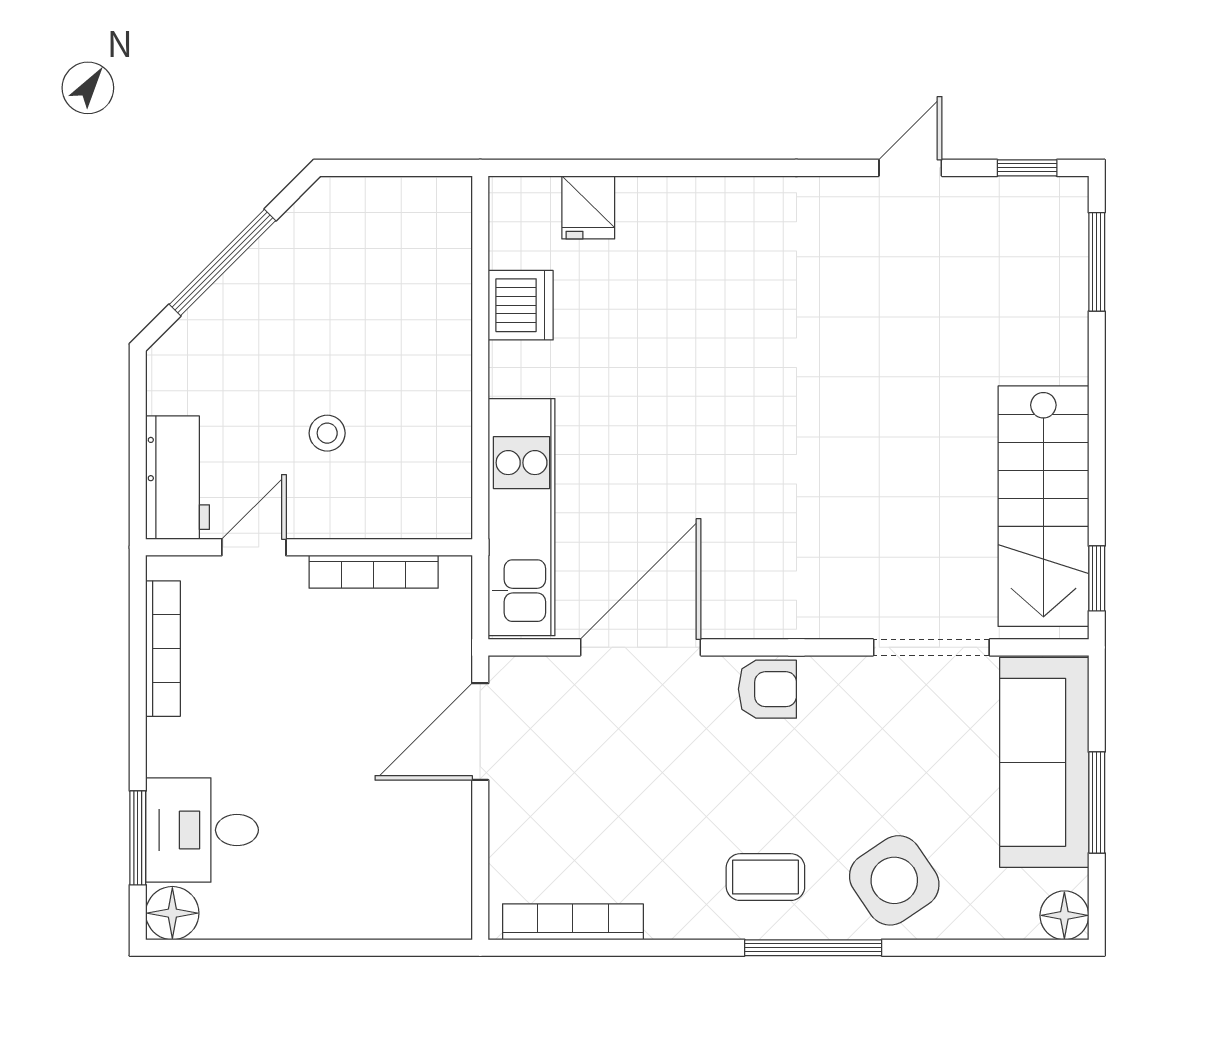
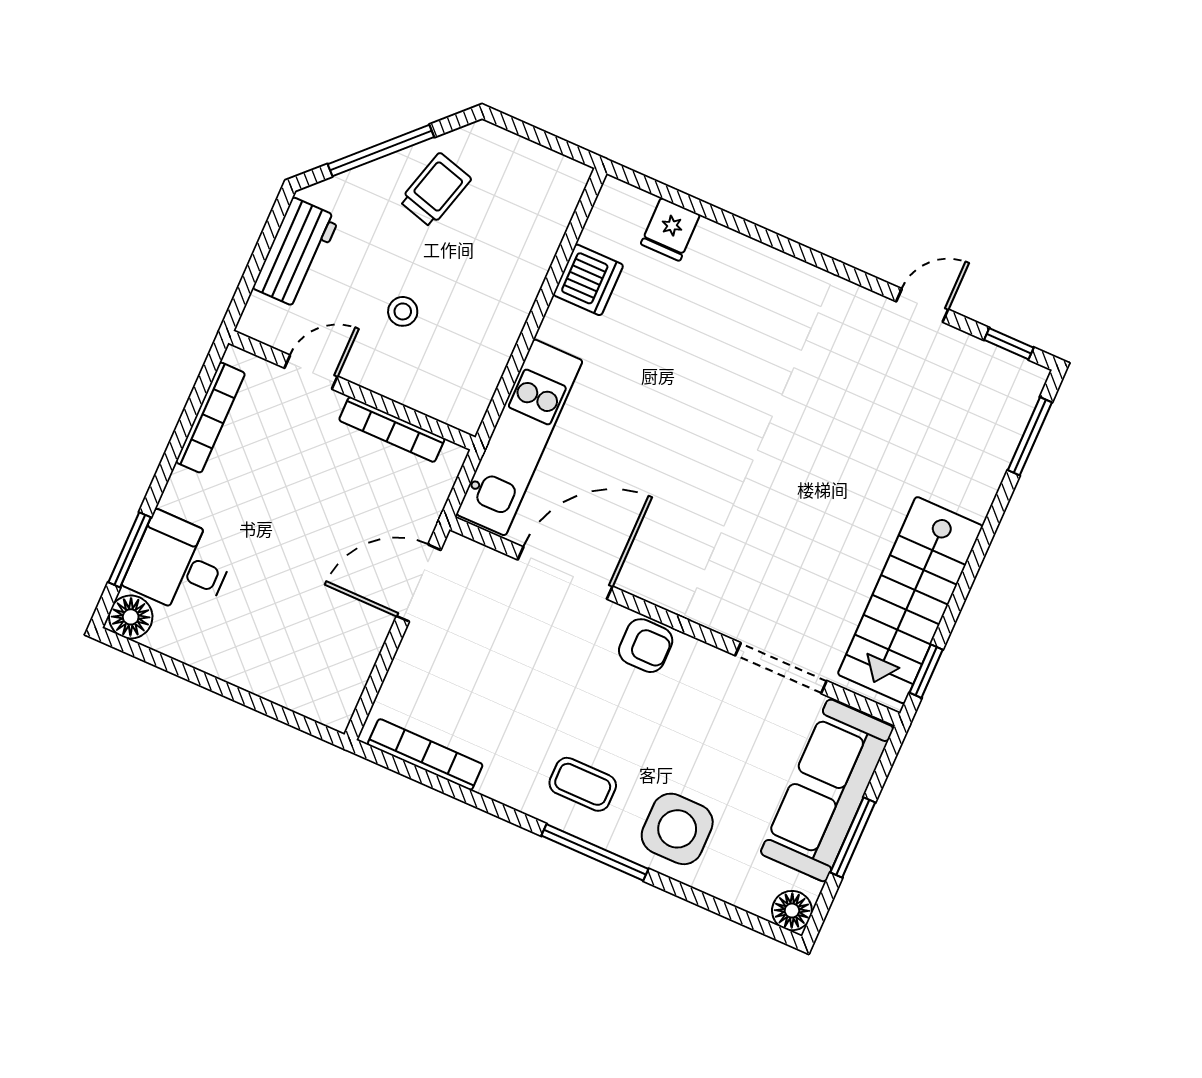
trolley: (304, 280) -> (435, 190), added
workbench: (178, 478) -> (296, 253), moved
side table: (894, 880) -> (677, 829), turned 34

